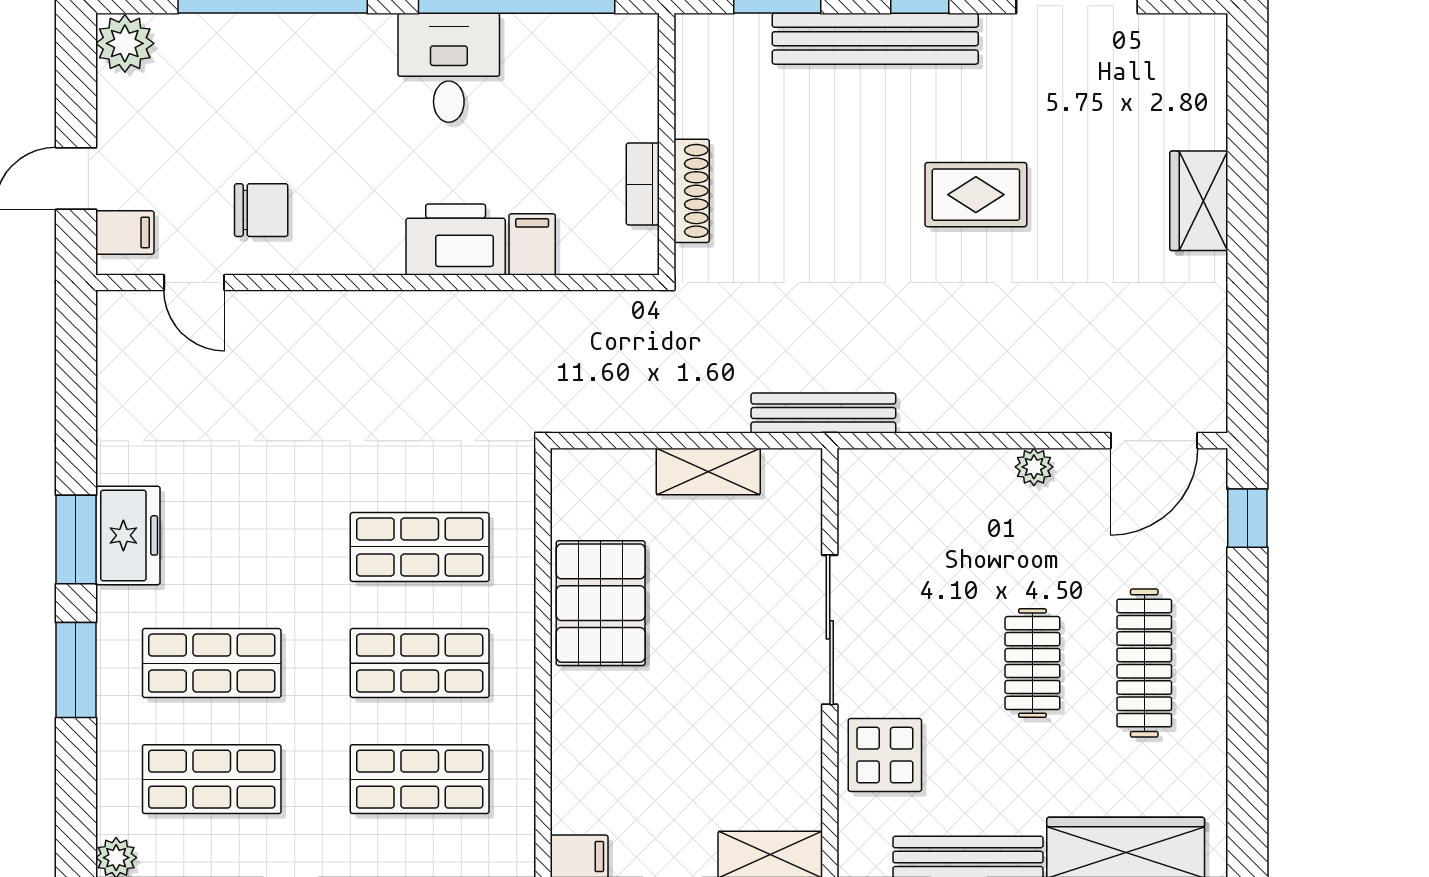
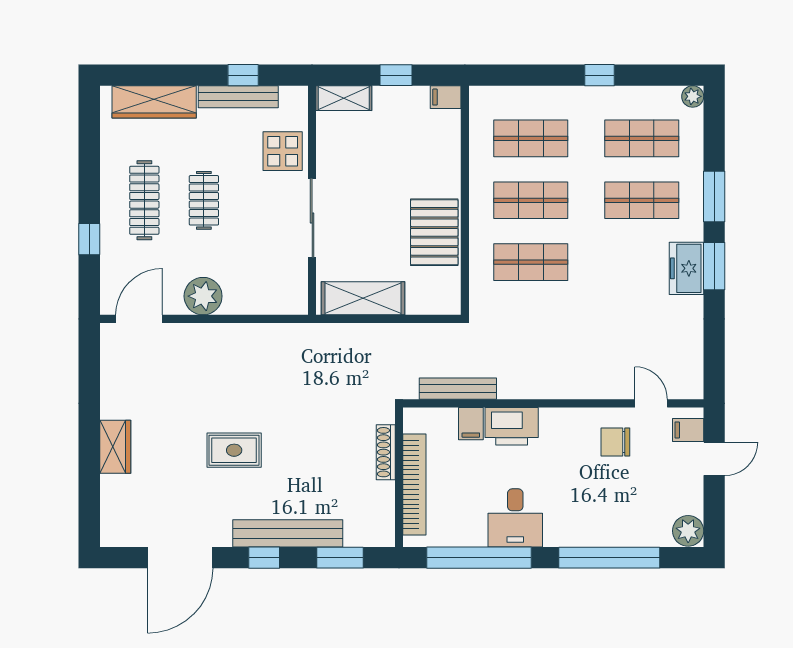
bookcase: (643, 184) -> (414, 485), width x2.31, depth x1.31
bench: (823, 413) -> (458, 389), moved
plant: (1034, 467) -> (203, 296), width x1.88, depth x1.88
shelving: (708, 471) -> (363, 298), width x1.50, depth x1.33
window: (1247, 518) -> (89, 239), moved

